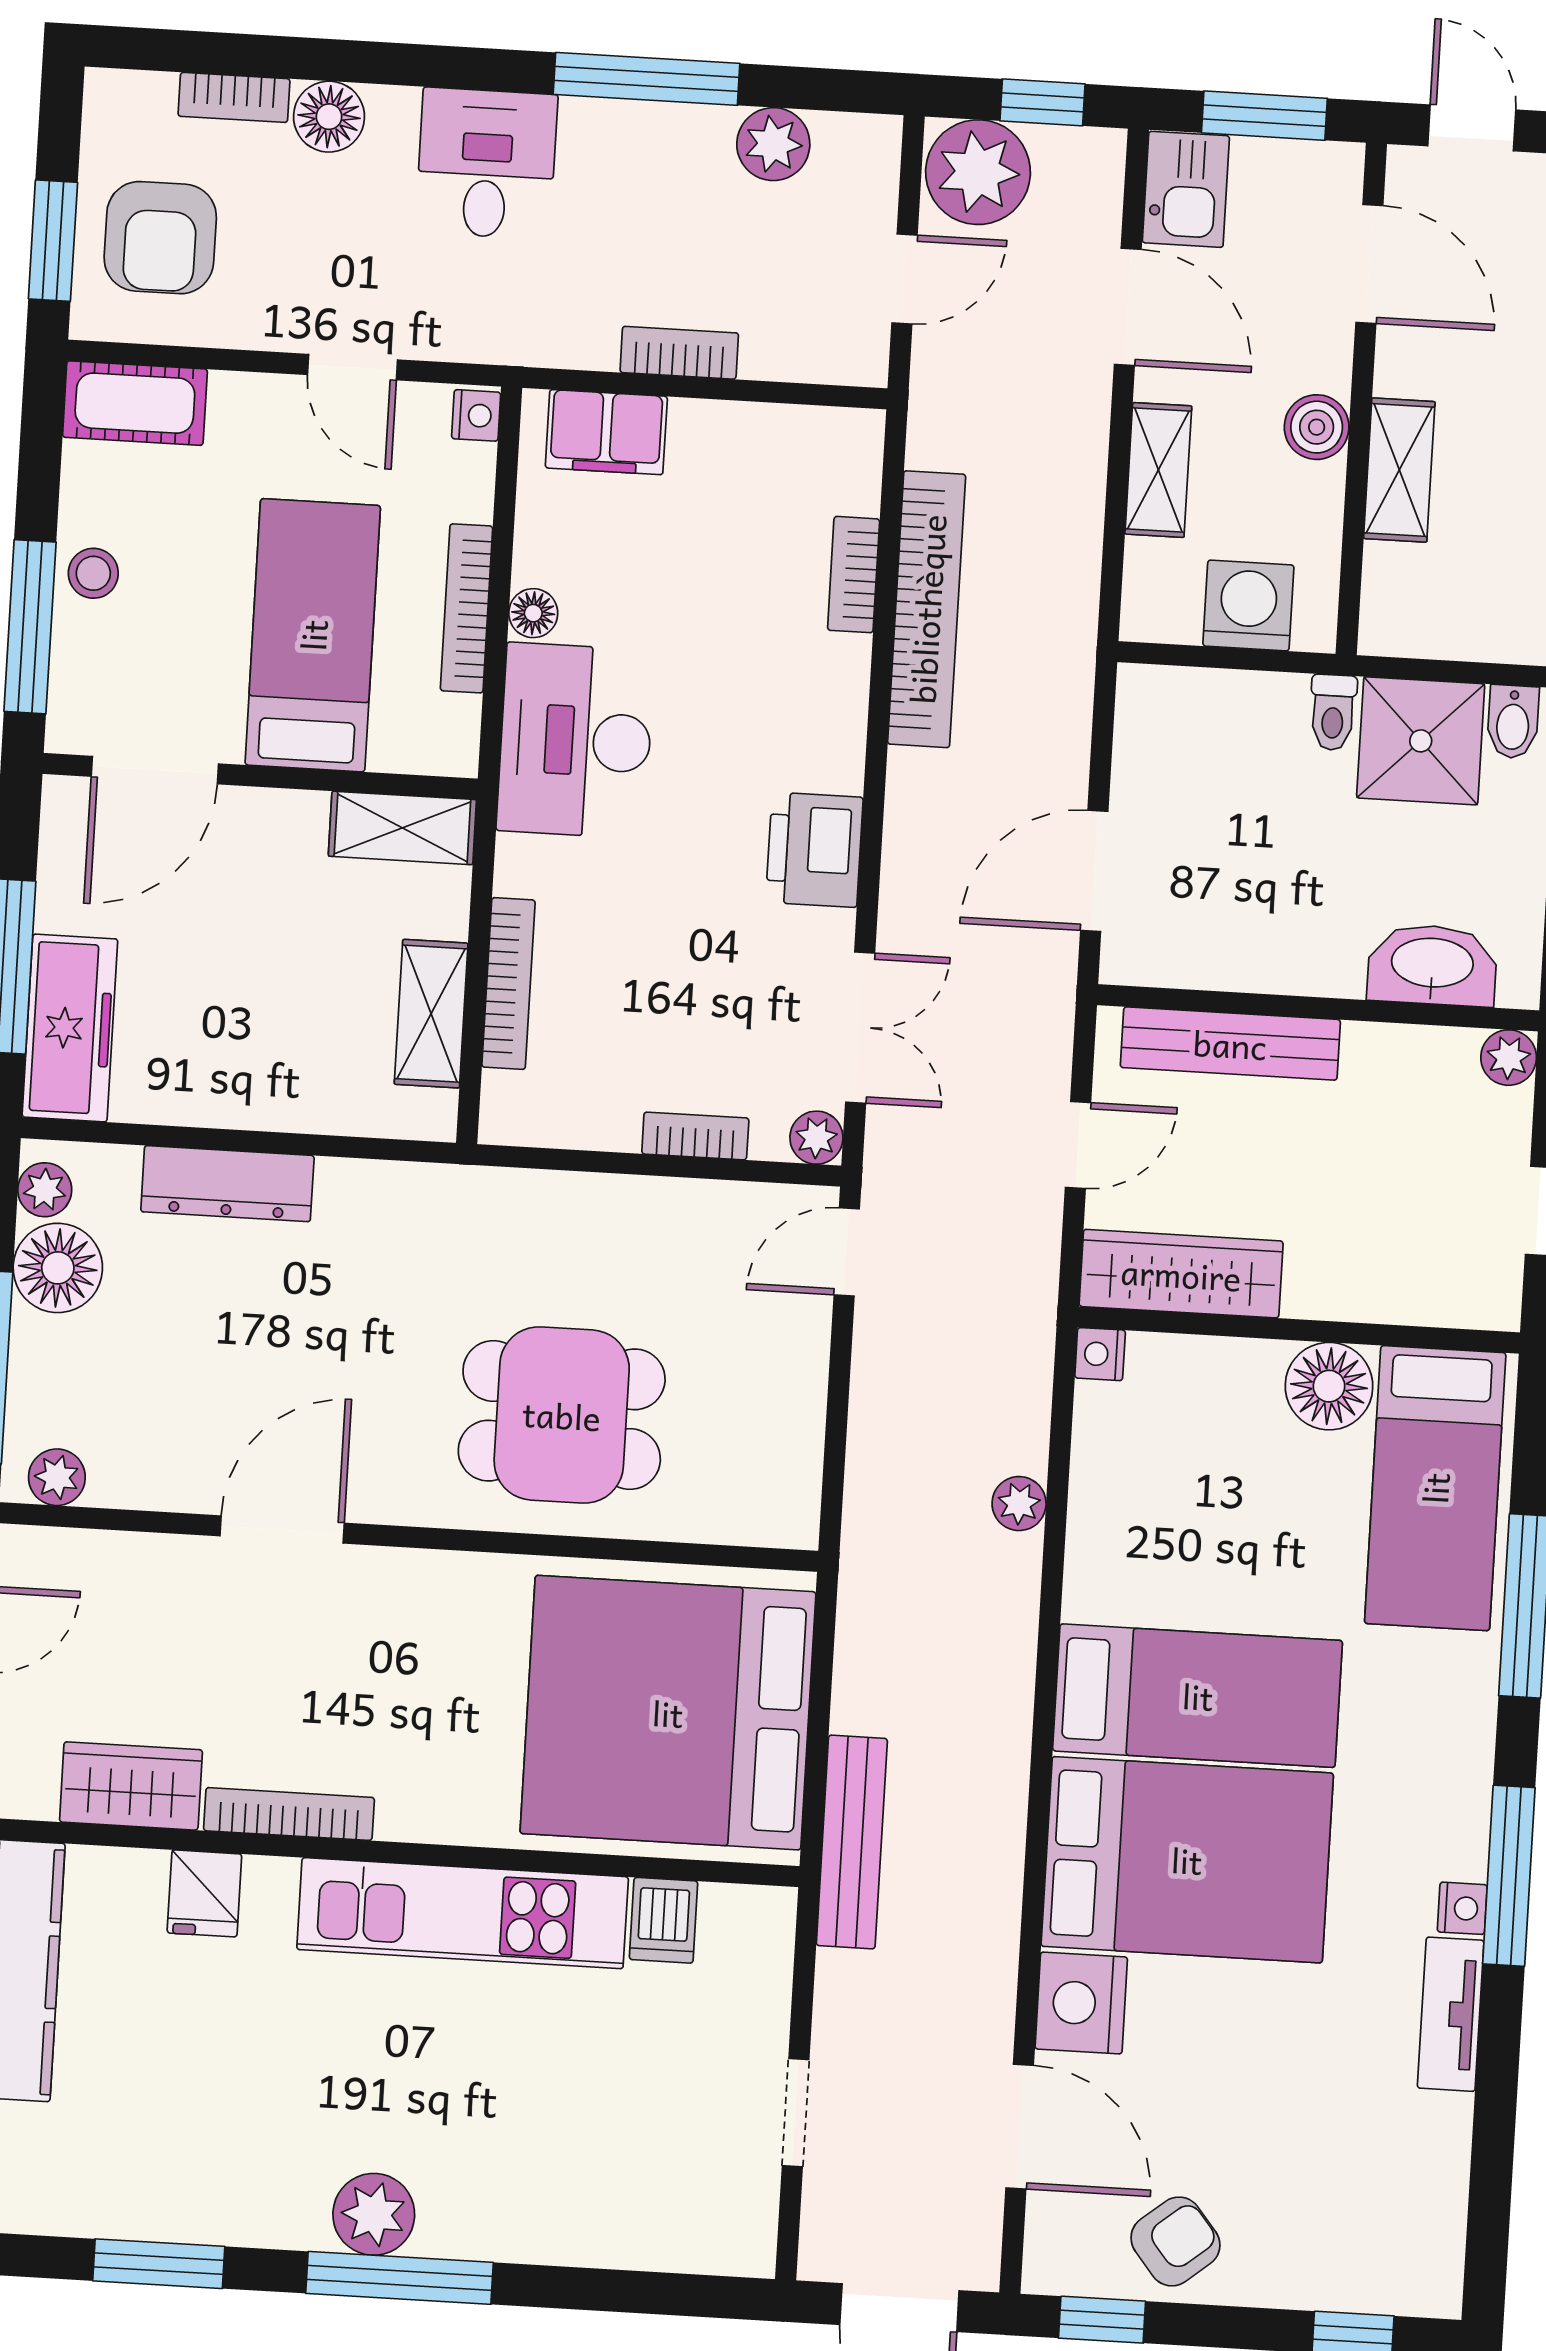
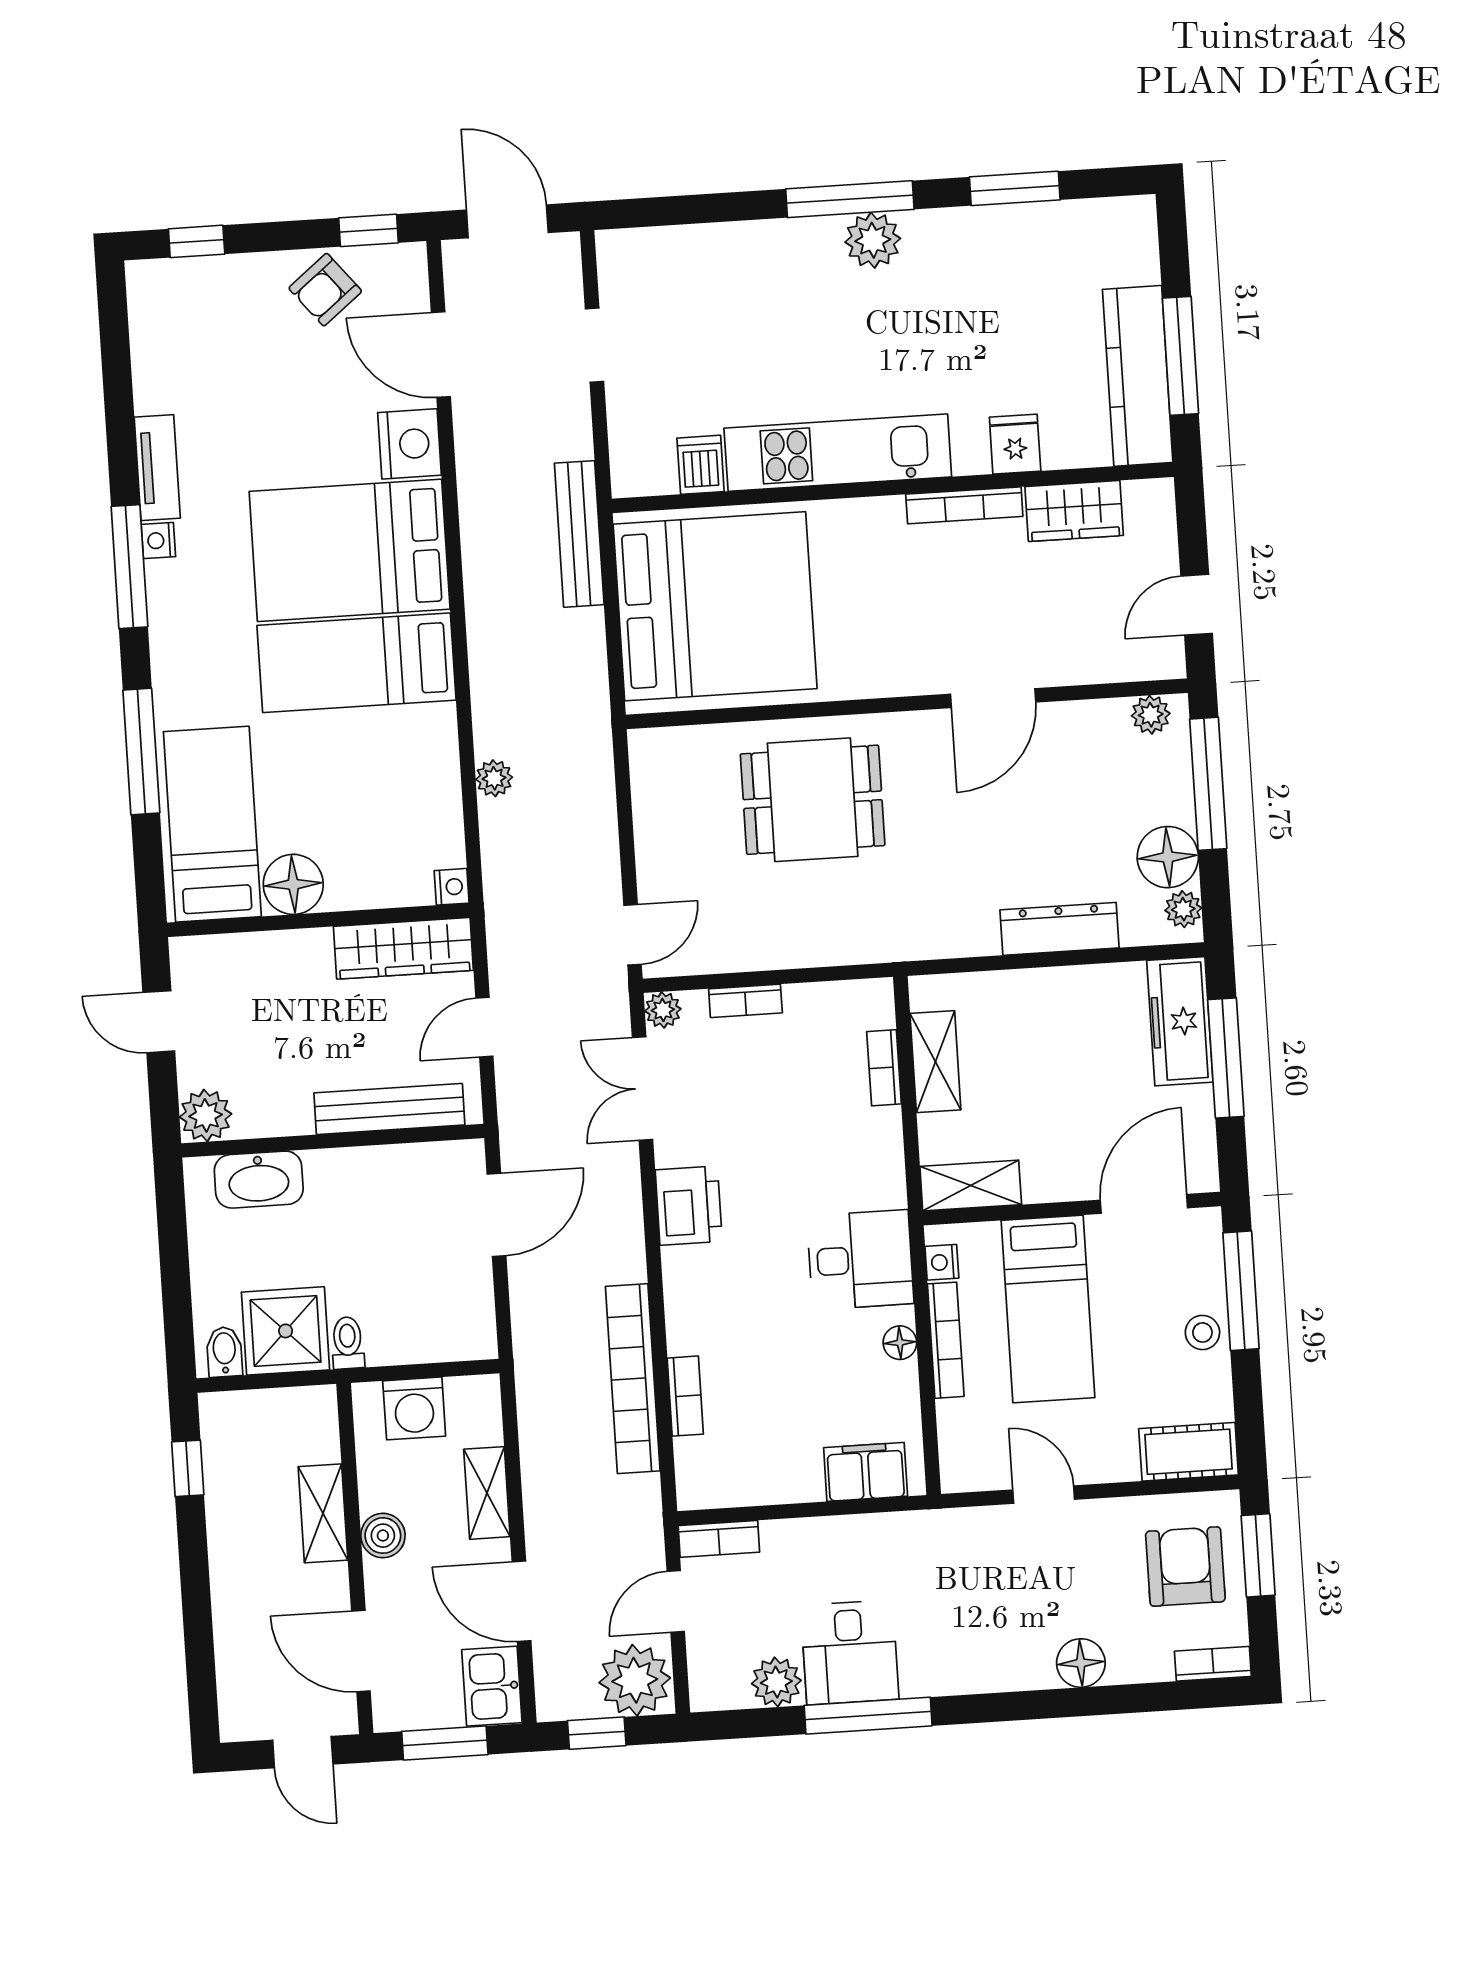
bookcase: (234, 97) -> (1213, 1664), moved
desk: (486, 163) -> (850, 1652), moved
bookcase: (679, 353) -> (719, 1539), moved
nightstand: (476, 415) -> (942, 1262), moved
desk: (576, 740) -> (860, 1260), width x0.73
bookcase: (508, 984) -> (884, 1068), width x0.64
plant: (1509, 1058) -> (206, 1115), width x1.38, depth x1.38

